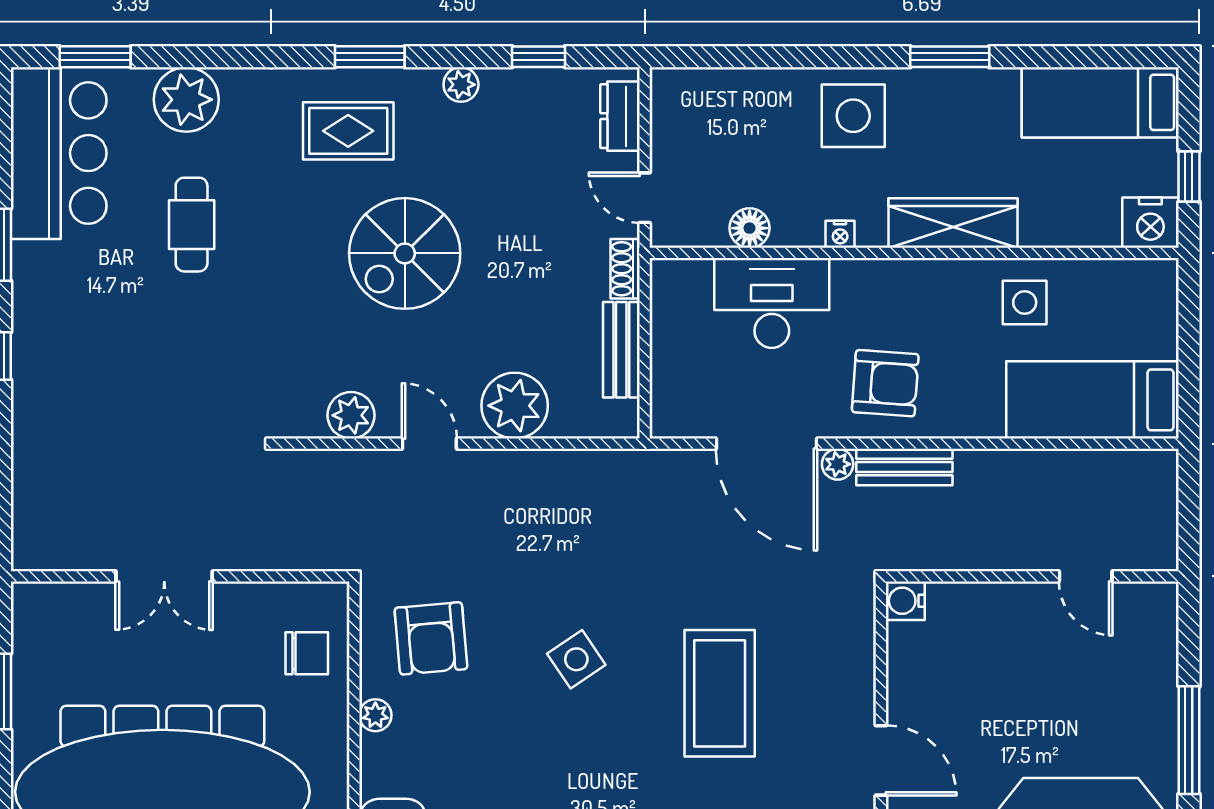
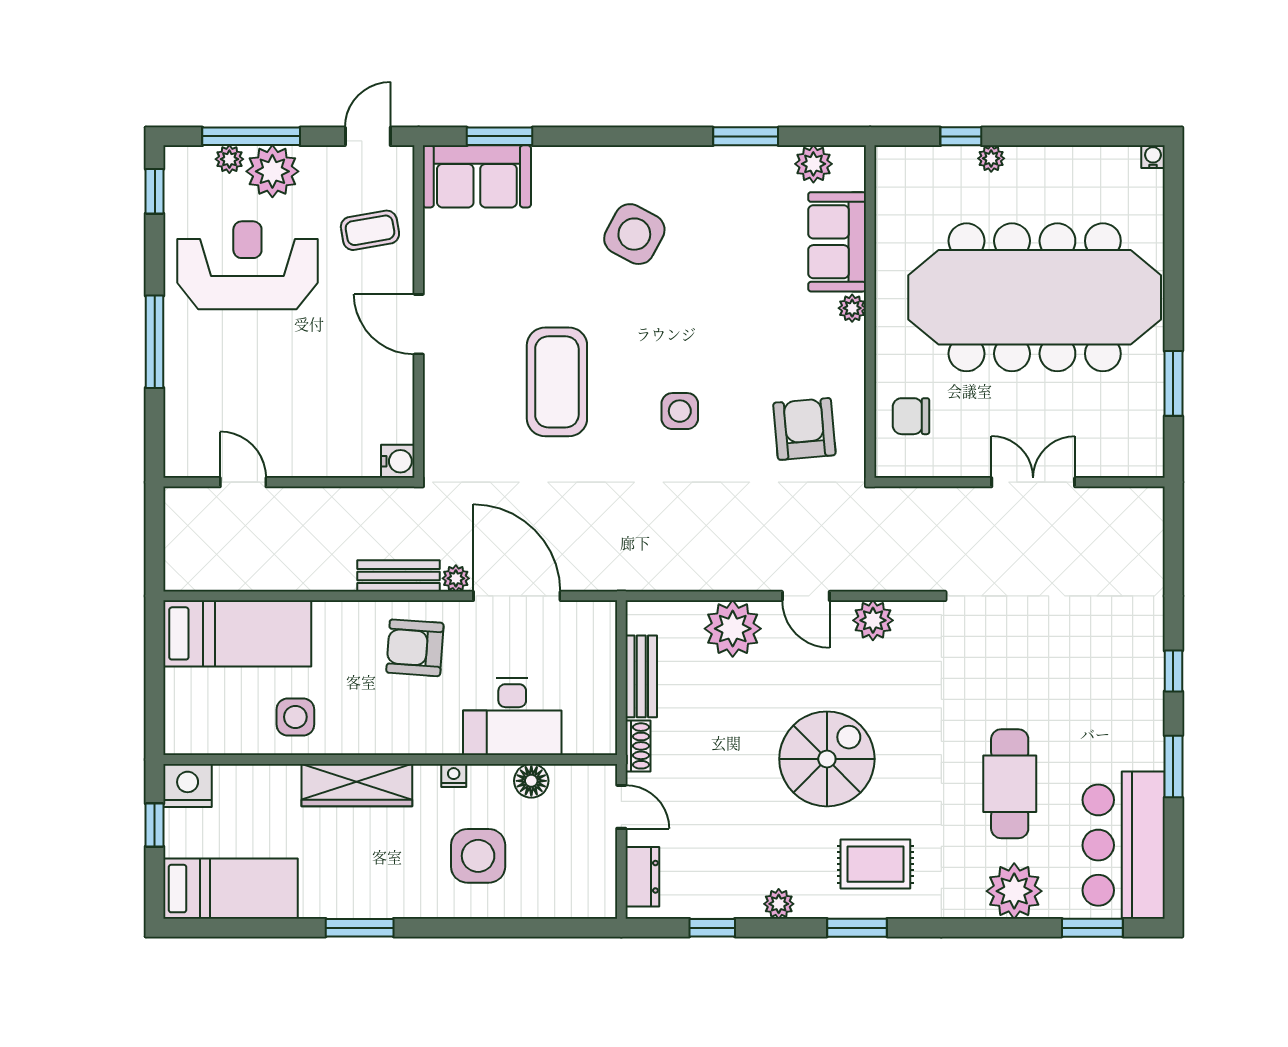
side table: (853, 116) -> (478, 856), moved
cafe table: (192, 225) -> (1010, 784), width x1.37, depth x1.35
side table: (576, 659) -> (680, 411), turned 34
plant: (375, 715) -> (852, 308), moved

